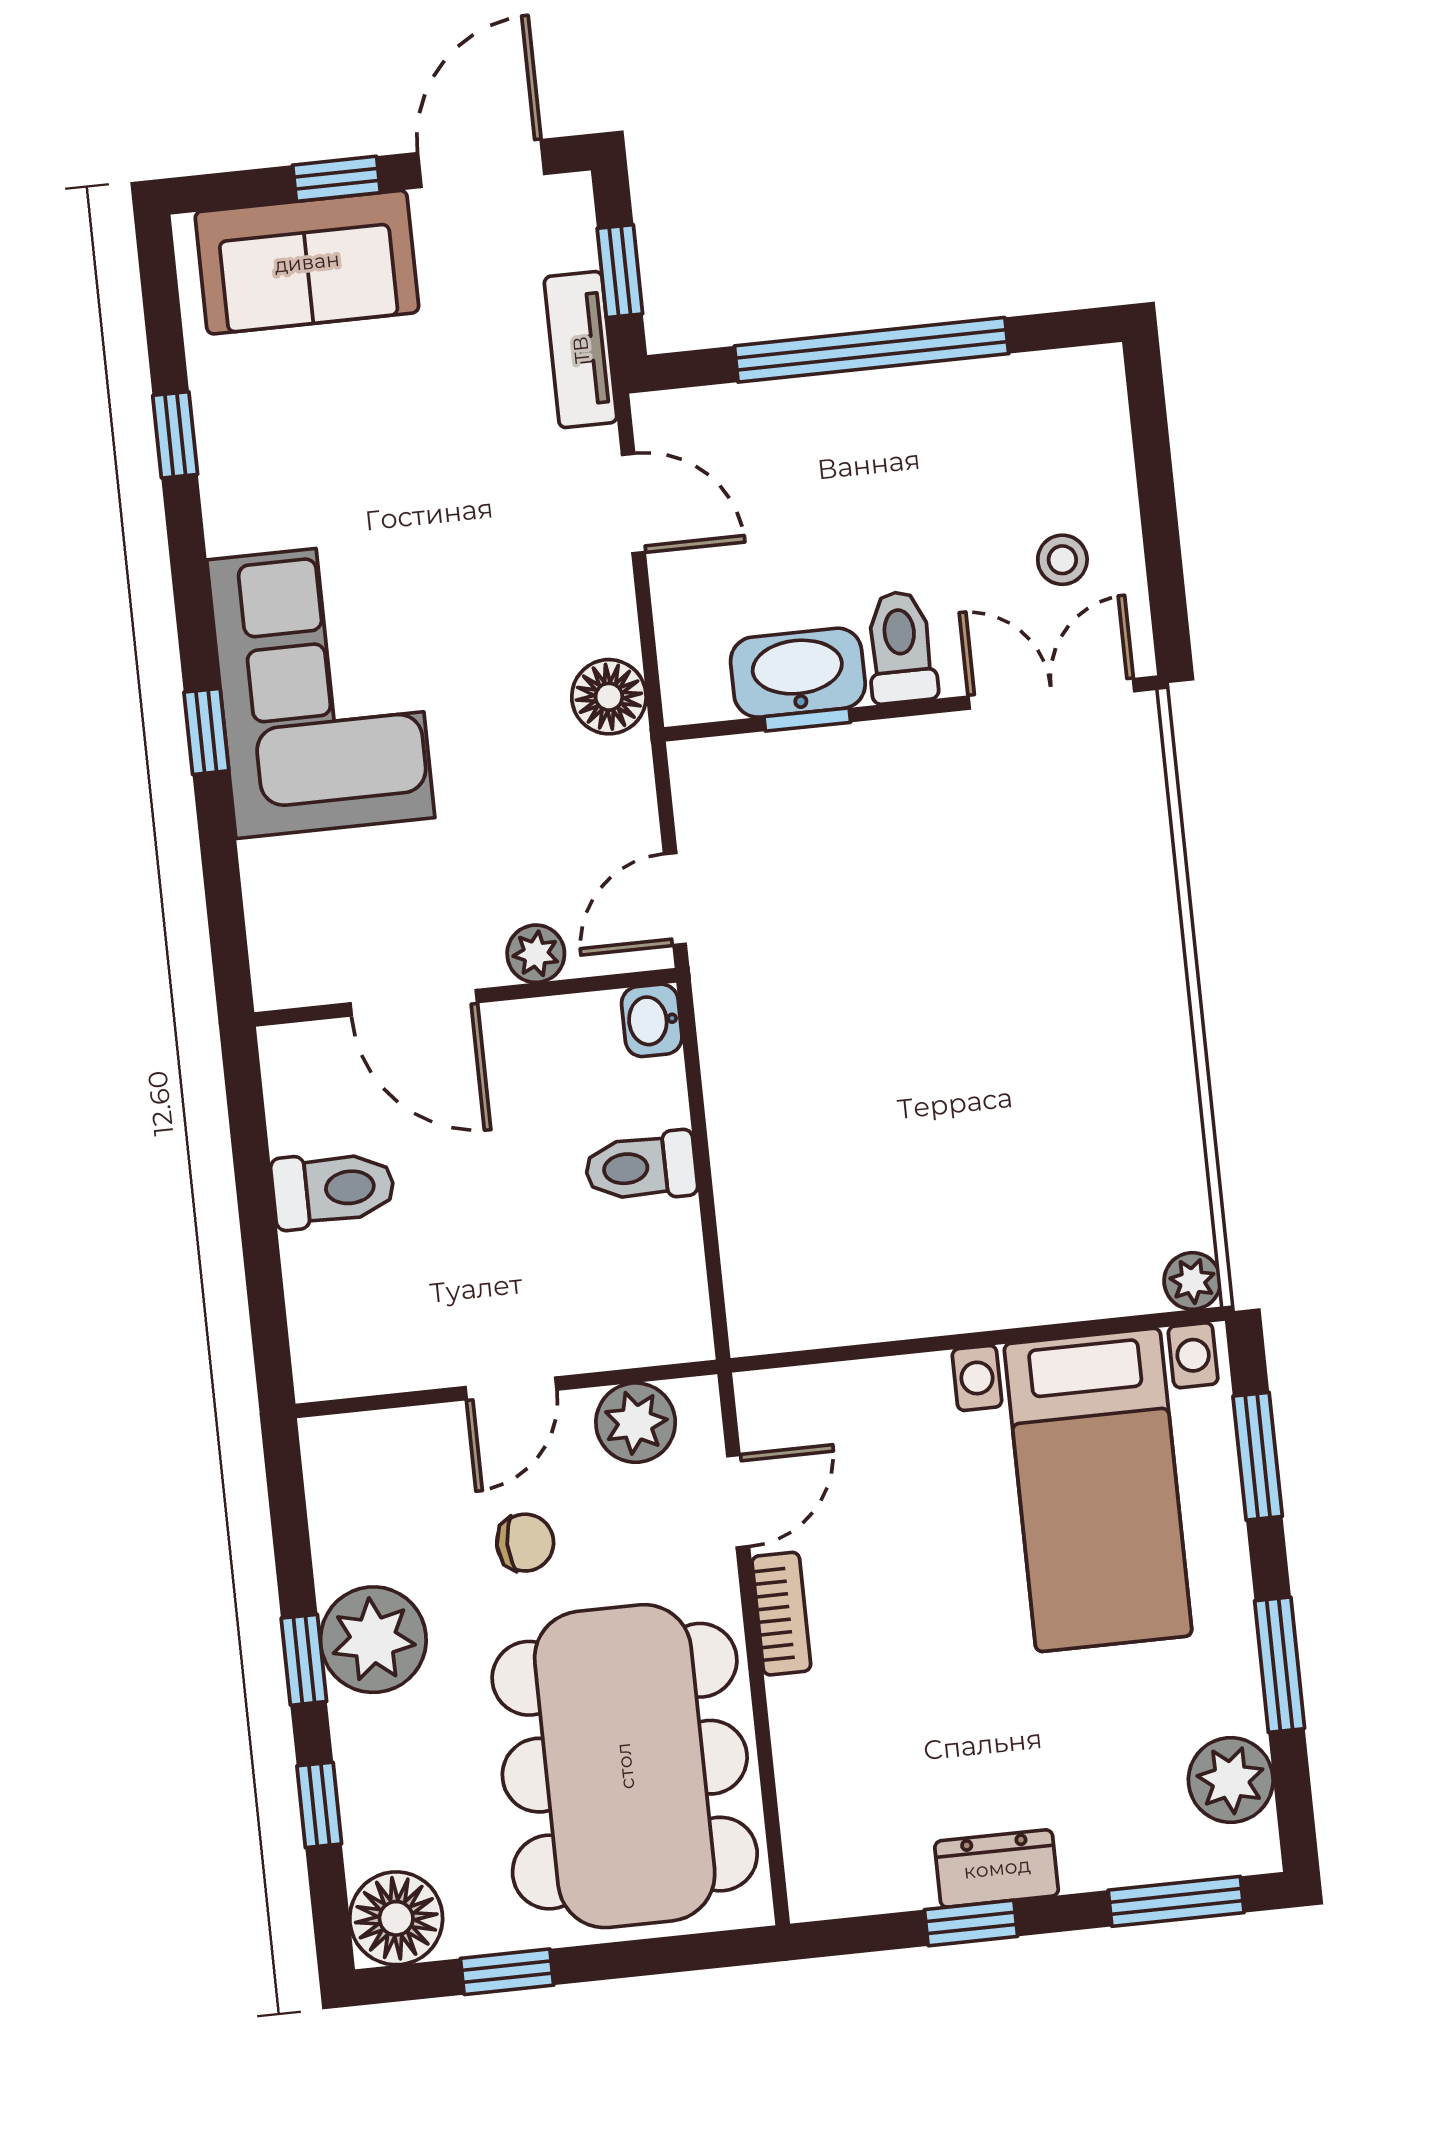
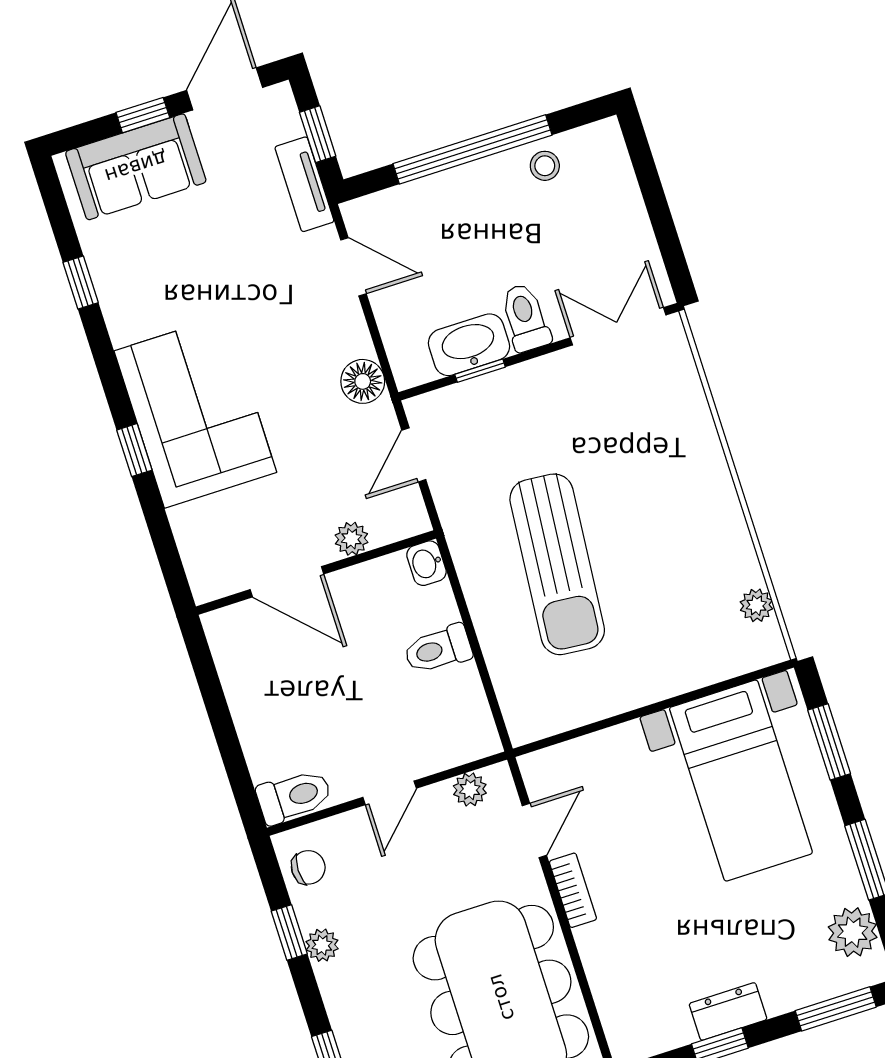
stool: (1062, 560) -> (545, 166), moved
door: (675, 899) -> (414, 455), moved
sun lounger: (868, 1068) -> (557, 564), added
toilet: (333, 1189) -> (294, 796), moved
plant: (1192, 1281) -> (756, 605), moved
plant: (636, 1423) -> (470, 789), width x0.73, depth x0.73
chair: (525, 1543) -> (308, 867), moved
plant: (373, 1640) -> (322, 945), width x0.53, depth x0.53
window: (304, 1660) -> (289, 933), moved

